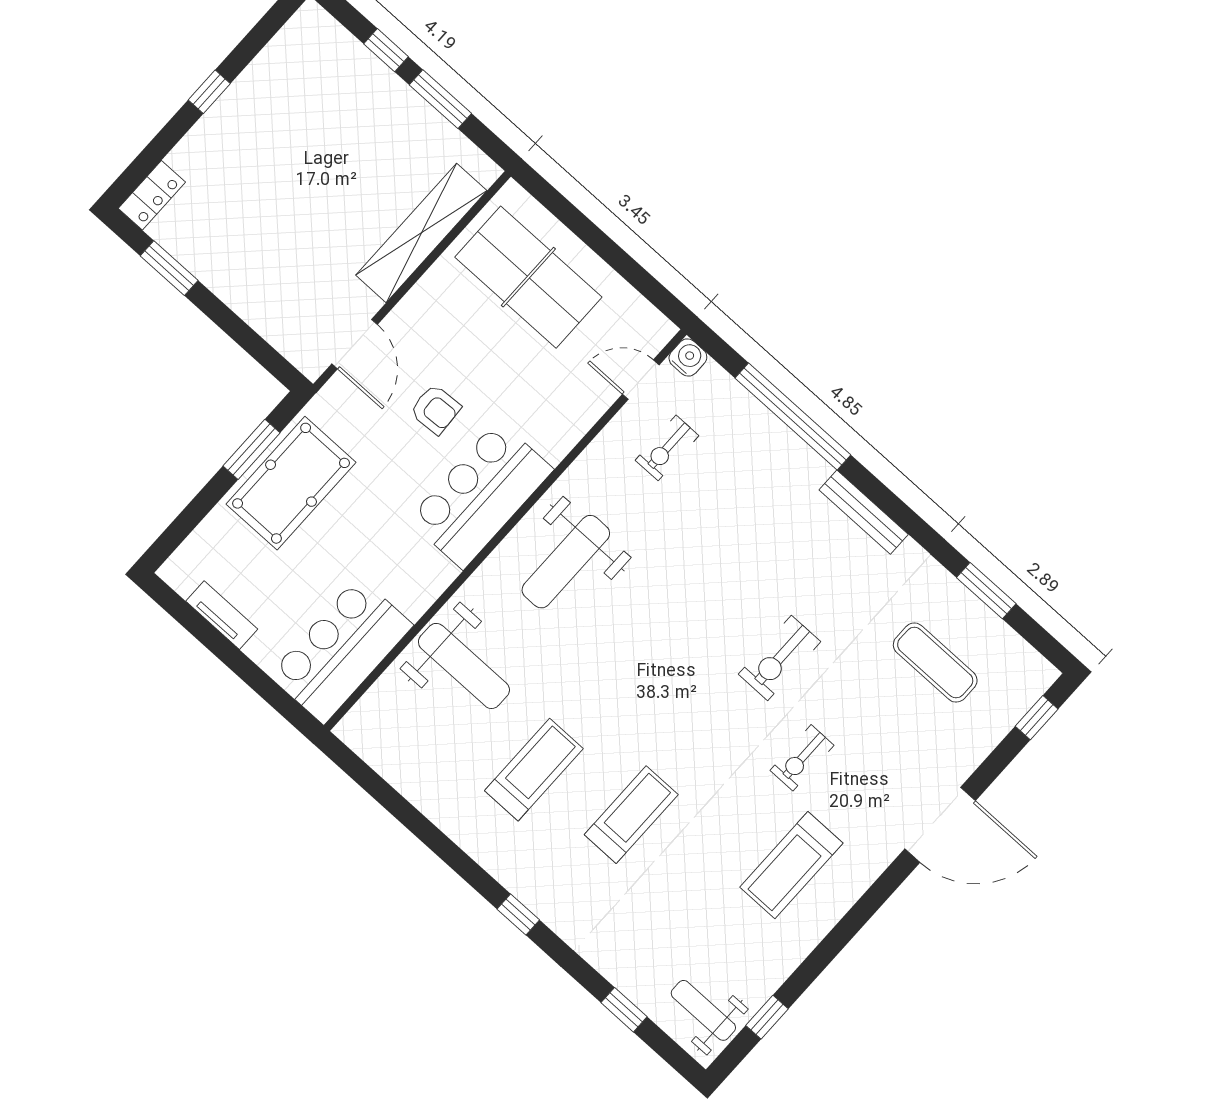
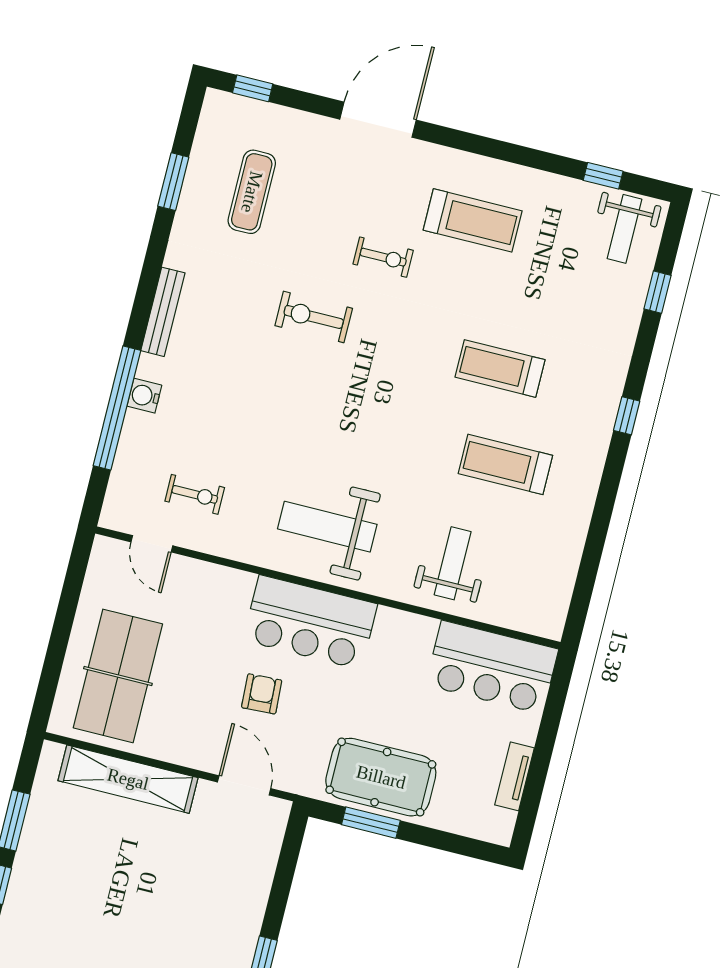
door: (355, 344) -> (244, 785), hinge flipped
water cooler: (688, 358) -> (144, 396), moved
weight bench: (566, 562) -> (327, 527), turned 180
exercise bike: (780, 658) -> (314, 317), turned 180
weight bench: (464, 666) -> (453, 563), width x0.73, depth x0.75
door: (940, 825) -> (378, 120), hinge flipped

